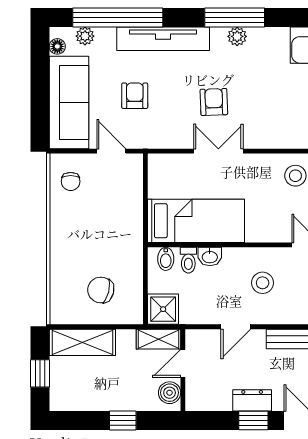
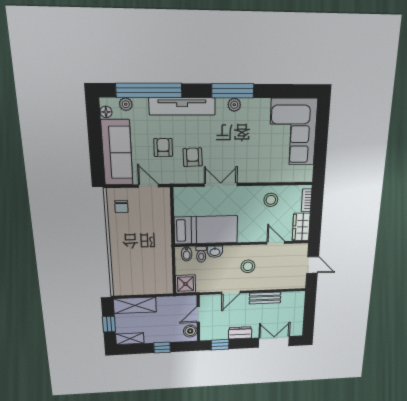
armchair: (214, 102) -> (193, 157), moved
chair: (101, 290) -> (145, 274), removed
shelving: (158, 339) -> (130, 339), moved
window: (253, 421) -> (220, 345), moved

